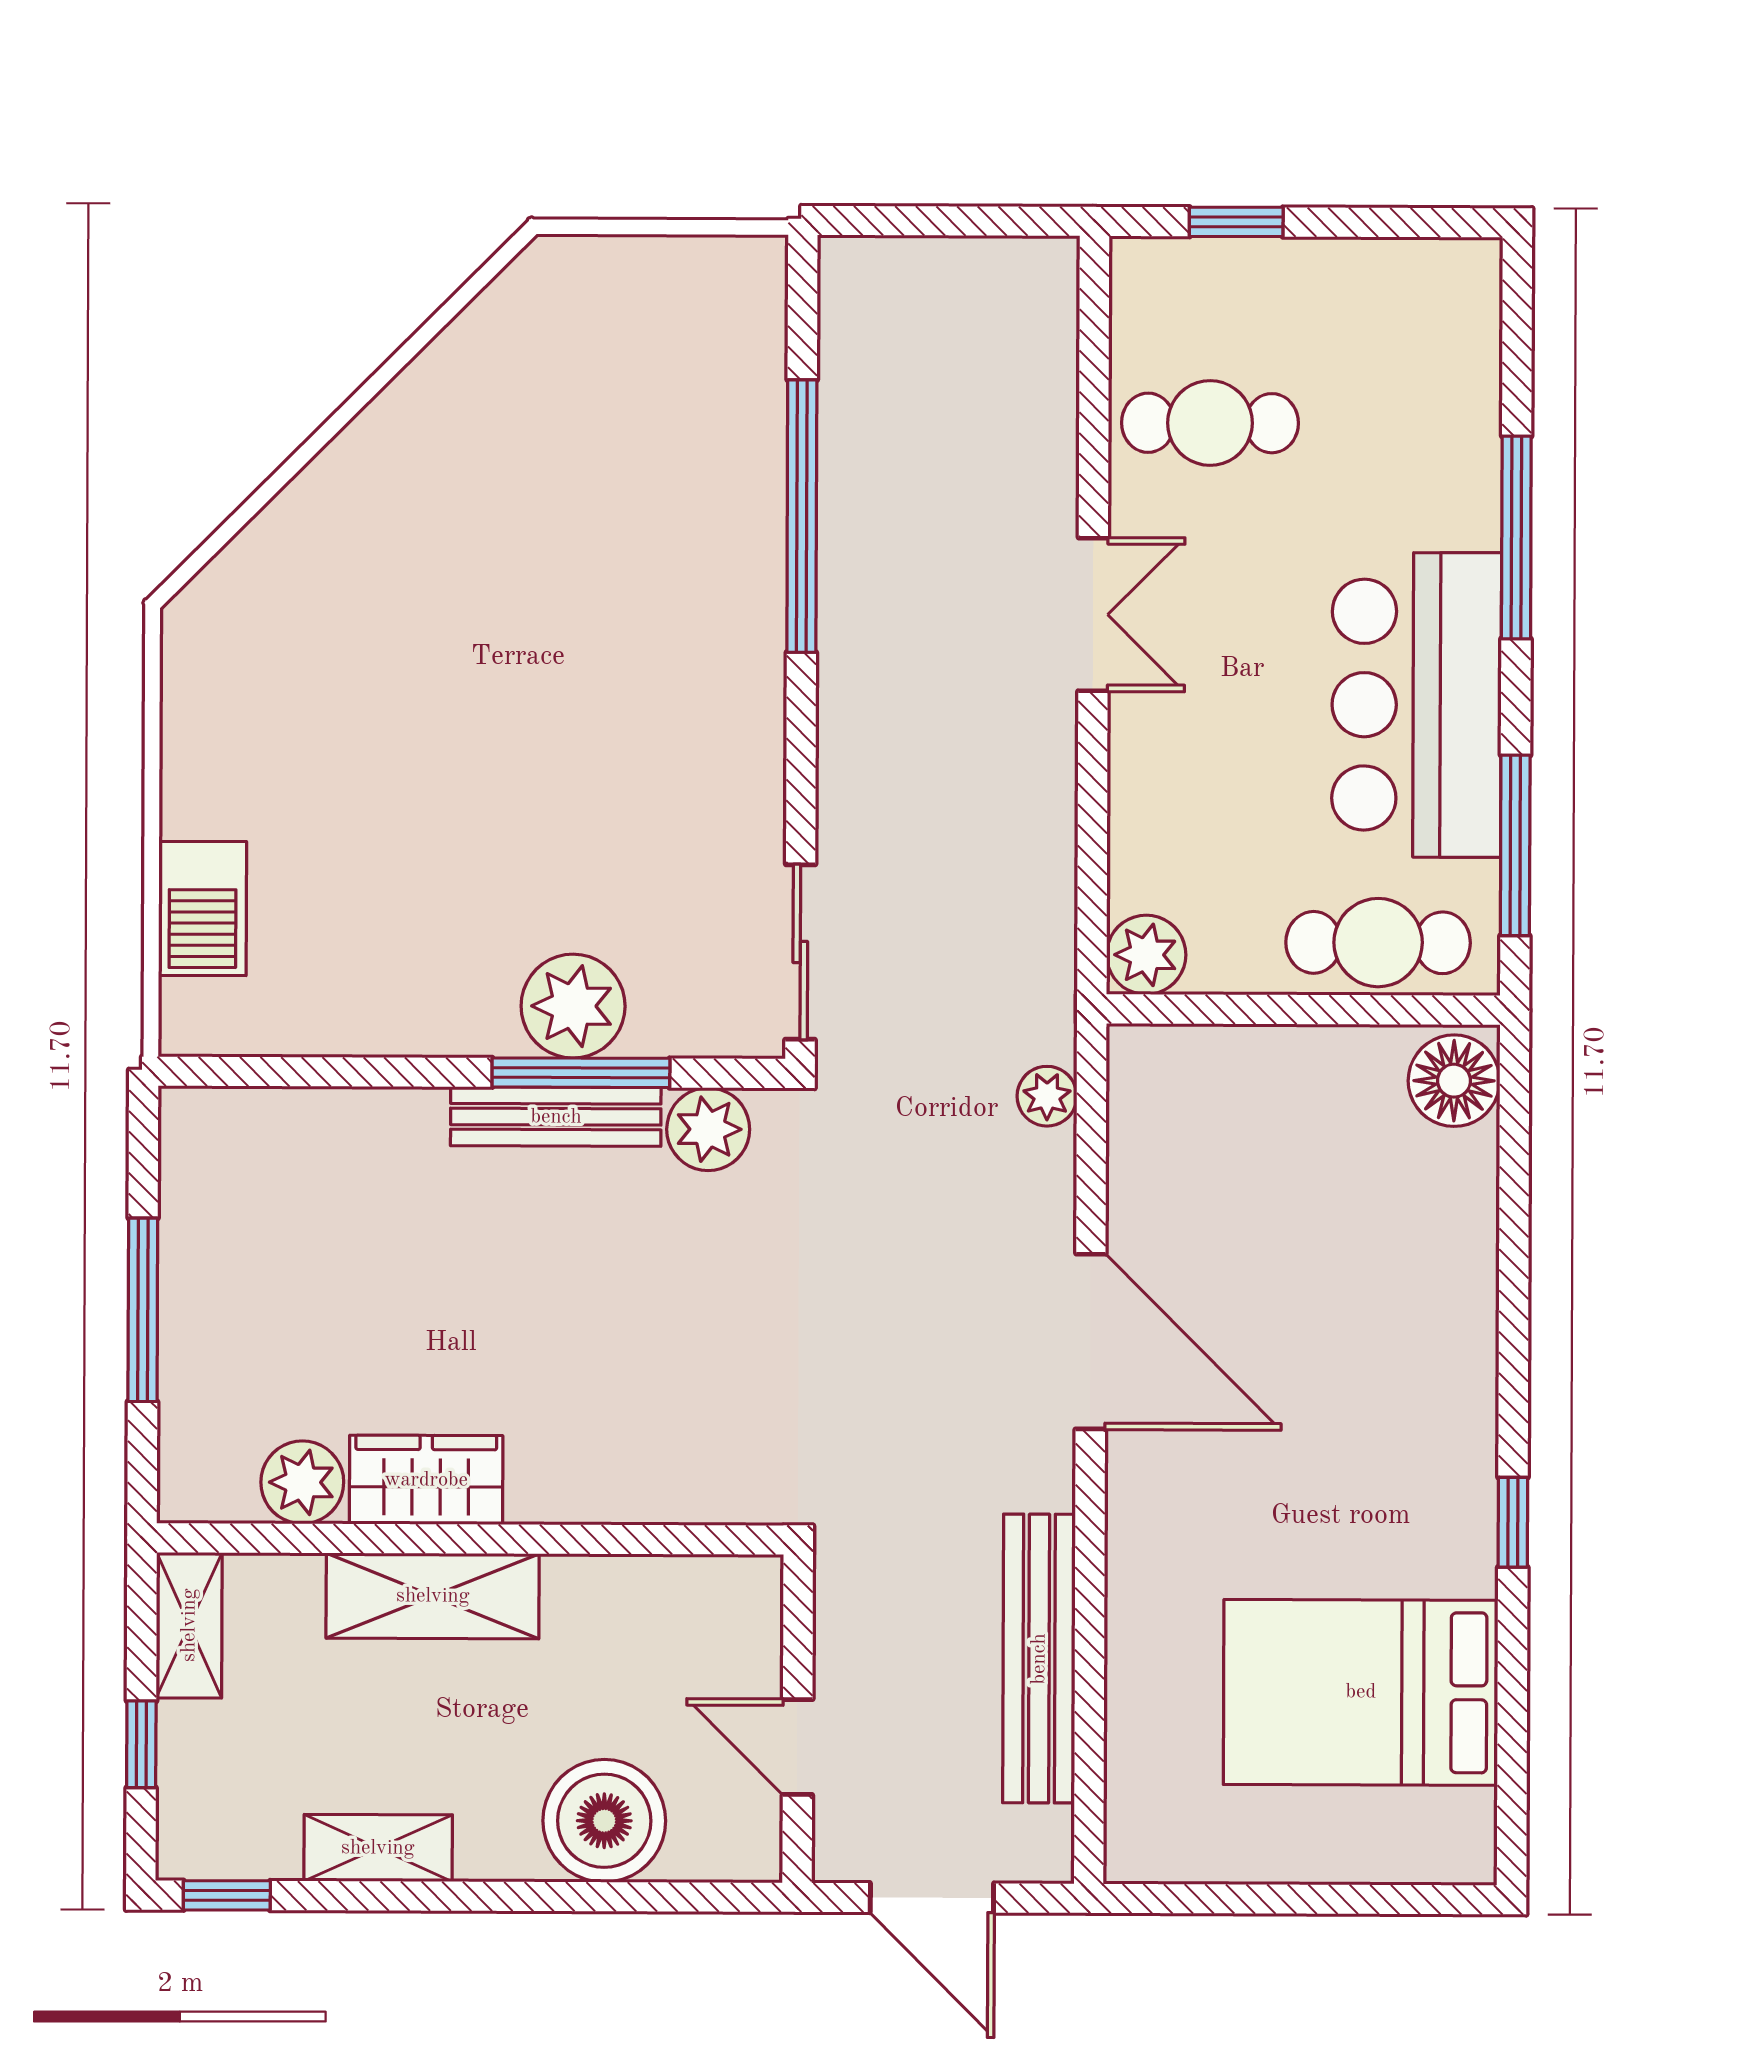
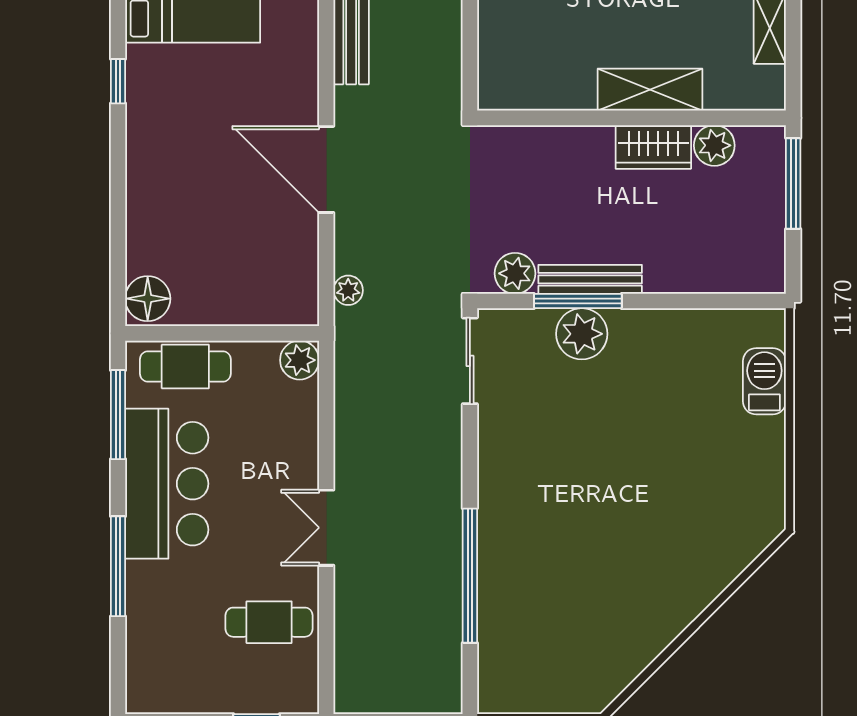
wardrobe: (426, 1480) -> (653, 147), moved
plant: (302, 1482) -> (714, 145), moved
wall: (470, 1539) -> (632, 118), moved
shelving: (433, 1596) -> (650, 90), moved

